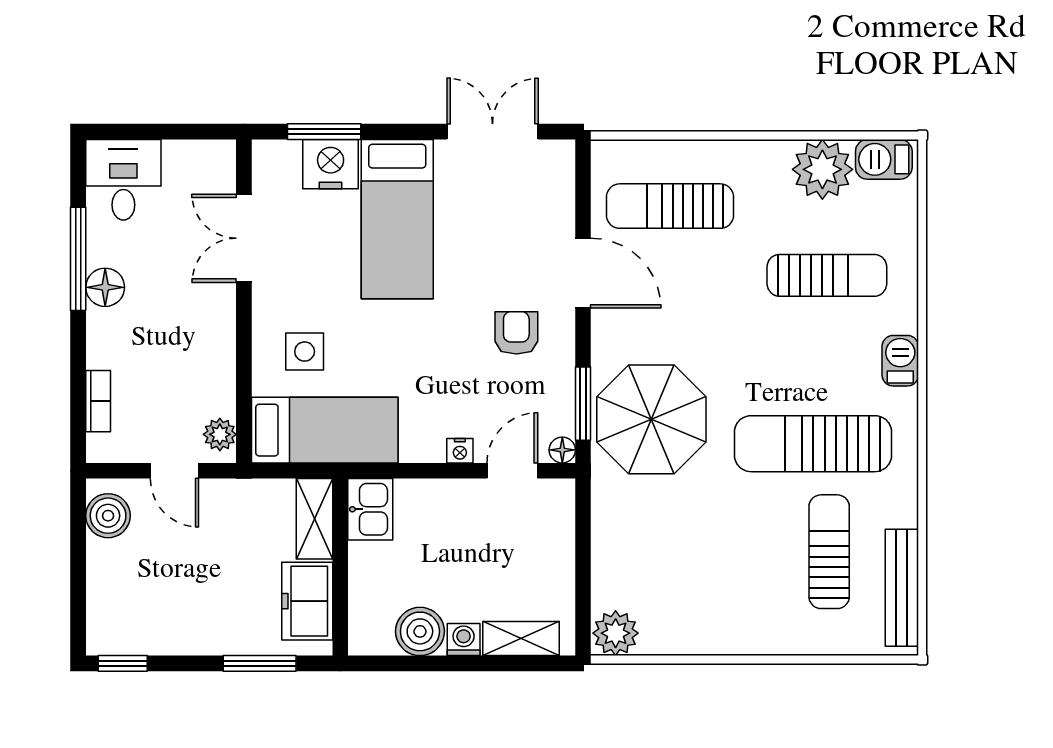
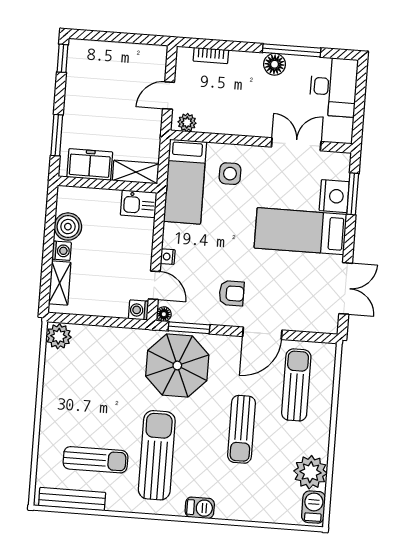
desk: (123, 180) -> (334, 87), width x1.37
sun lounger: (827, 275) -> (242, 429), moved
washing machine: (558, 495) -> (139, 310), added
boiler: (108, 516) -> (146, 56), removed

